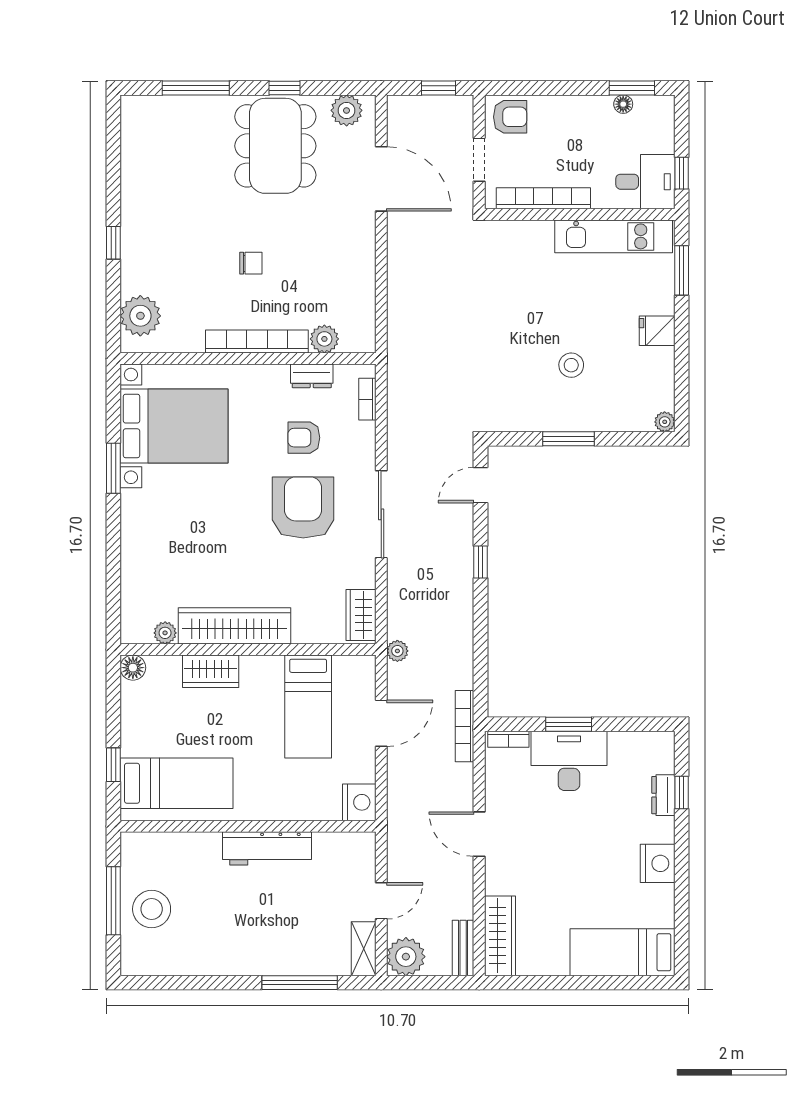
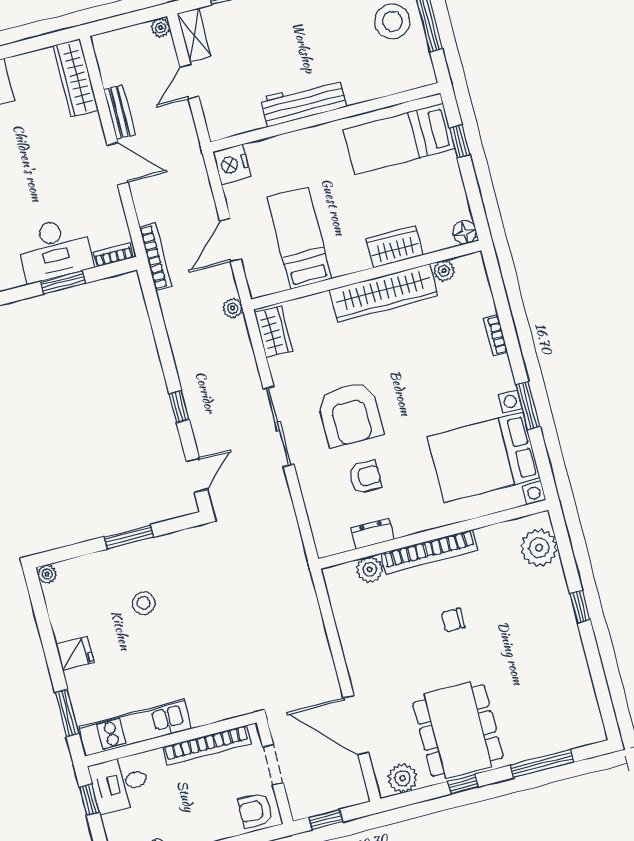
bookcase: (367, 399) -> (495, 335), moved, turned 180
bench: (463, 948) -> (119, 112), moved
plant: (406, 957) -> (161, 28), width x0.53, depth x0.53

